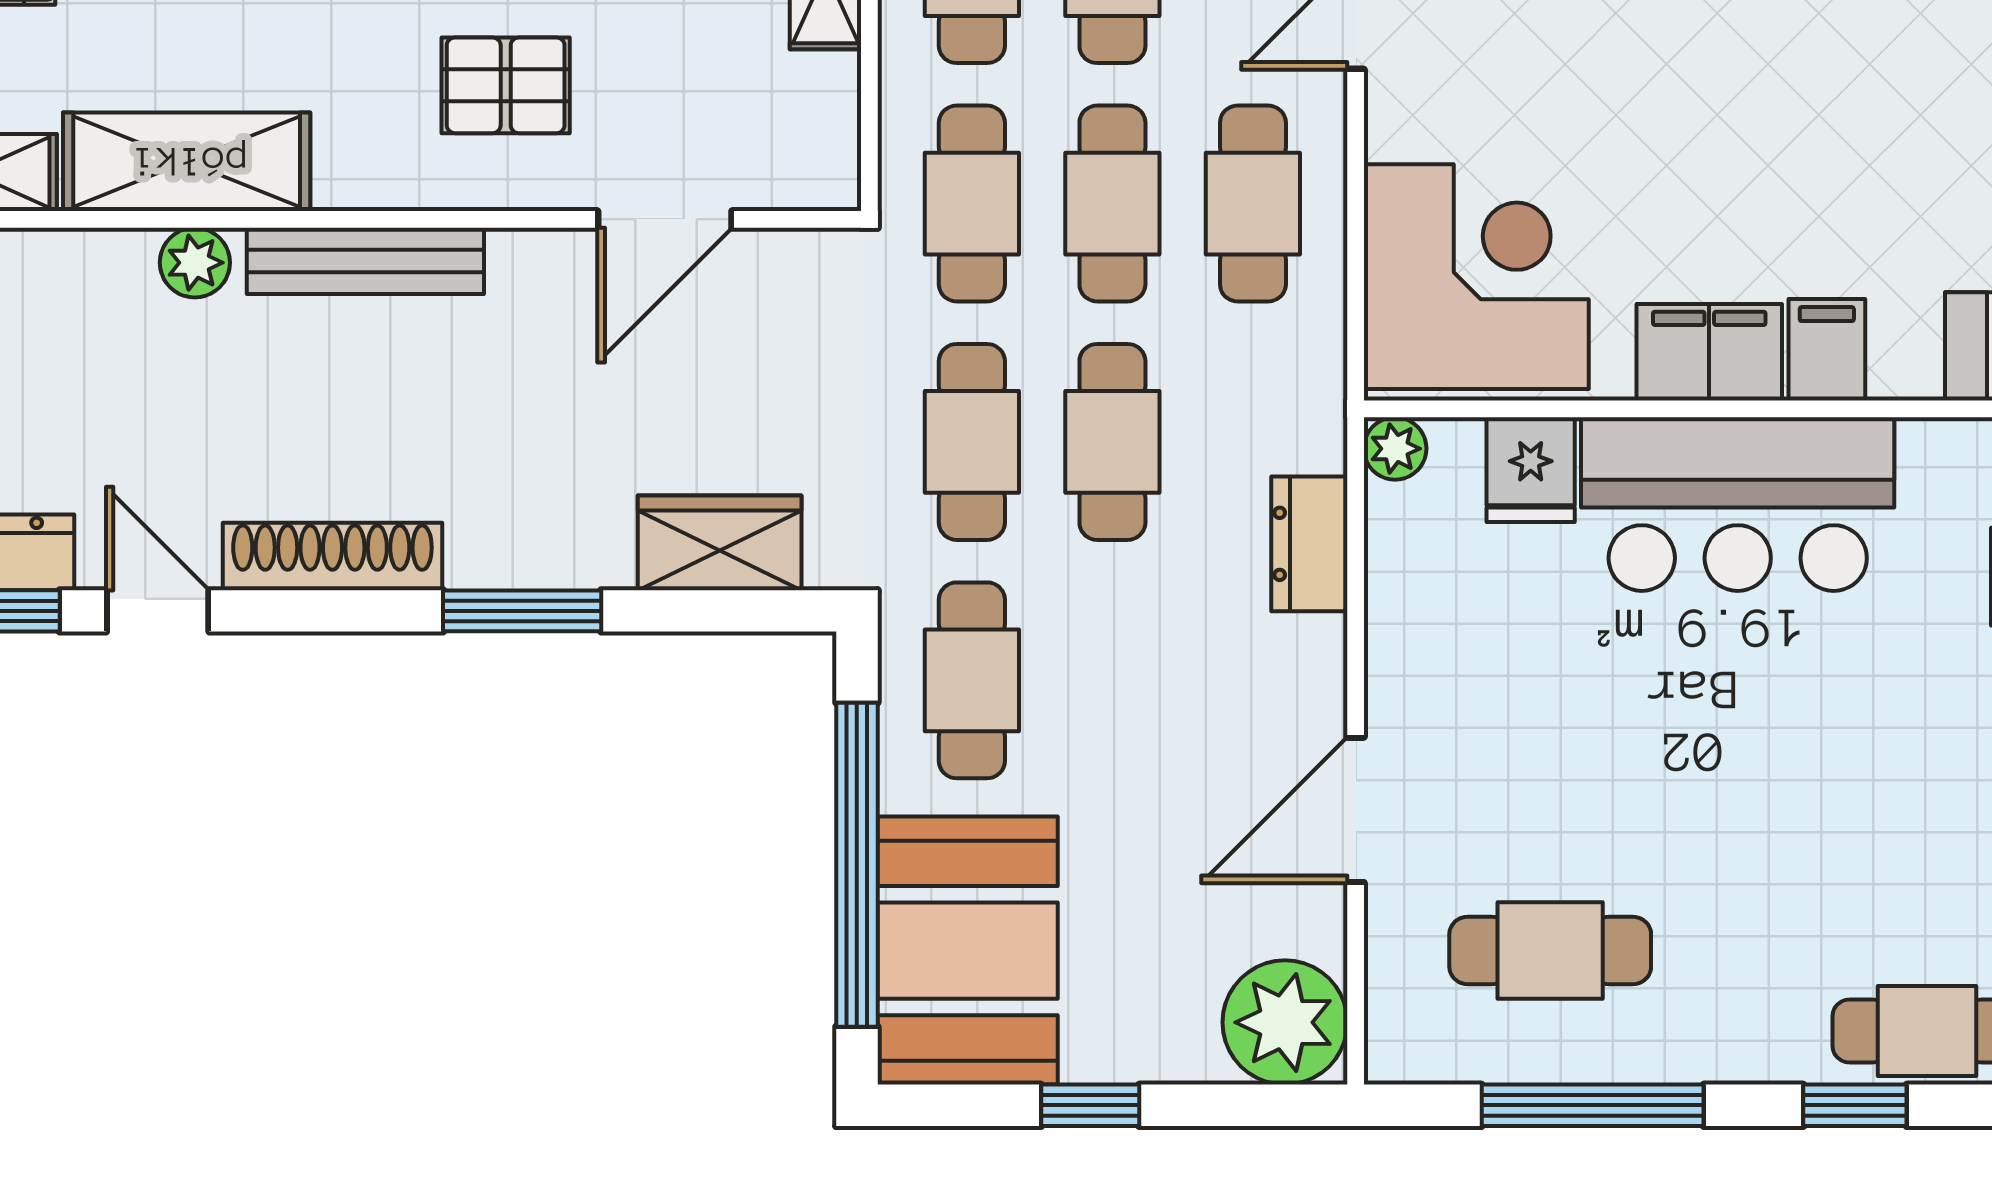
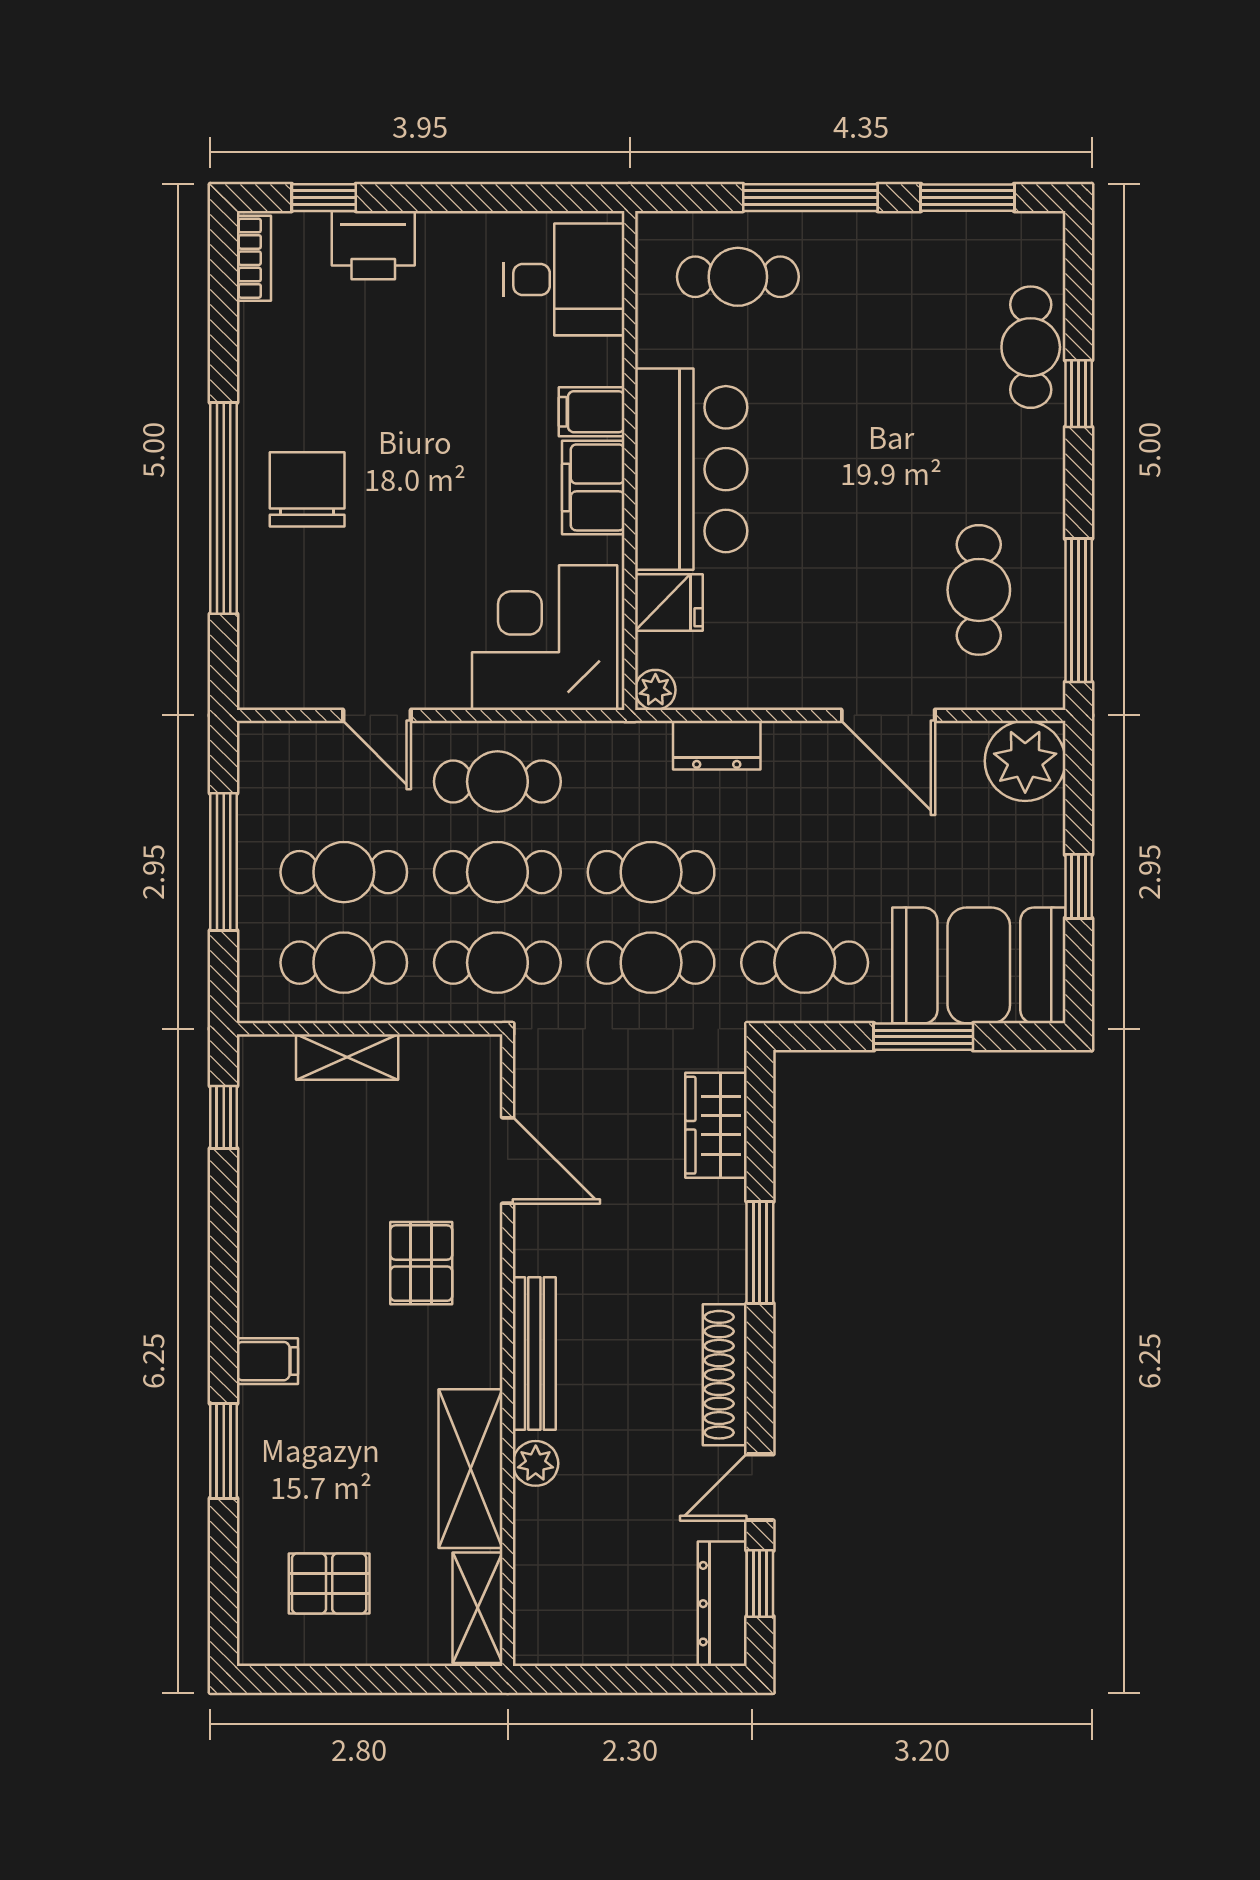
window: (857, 865) -> (923, 1037), width x0.47
window: (1593, 1105) -> (1079, 610), moved

